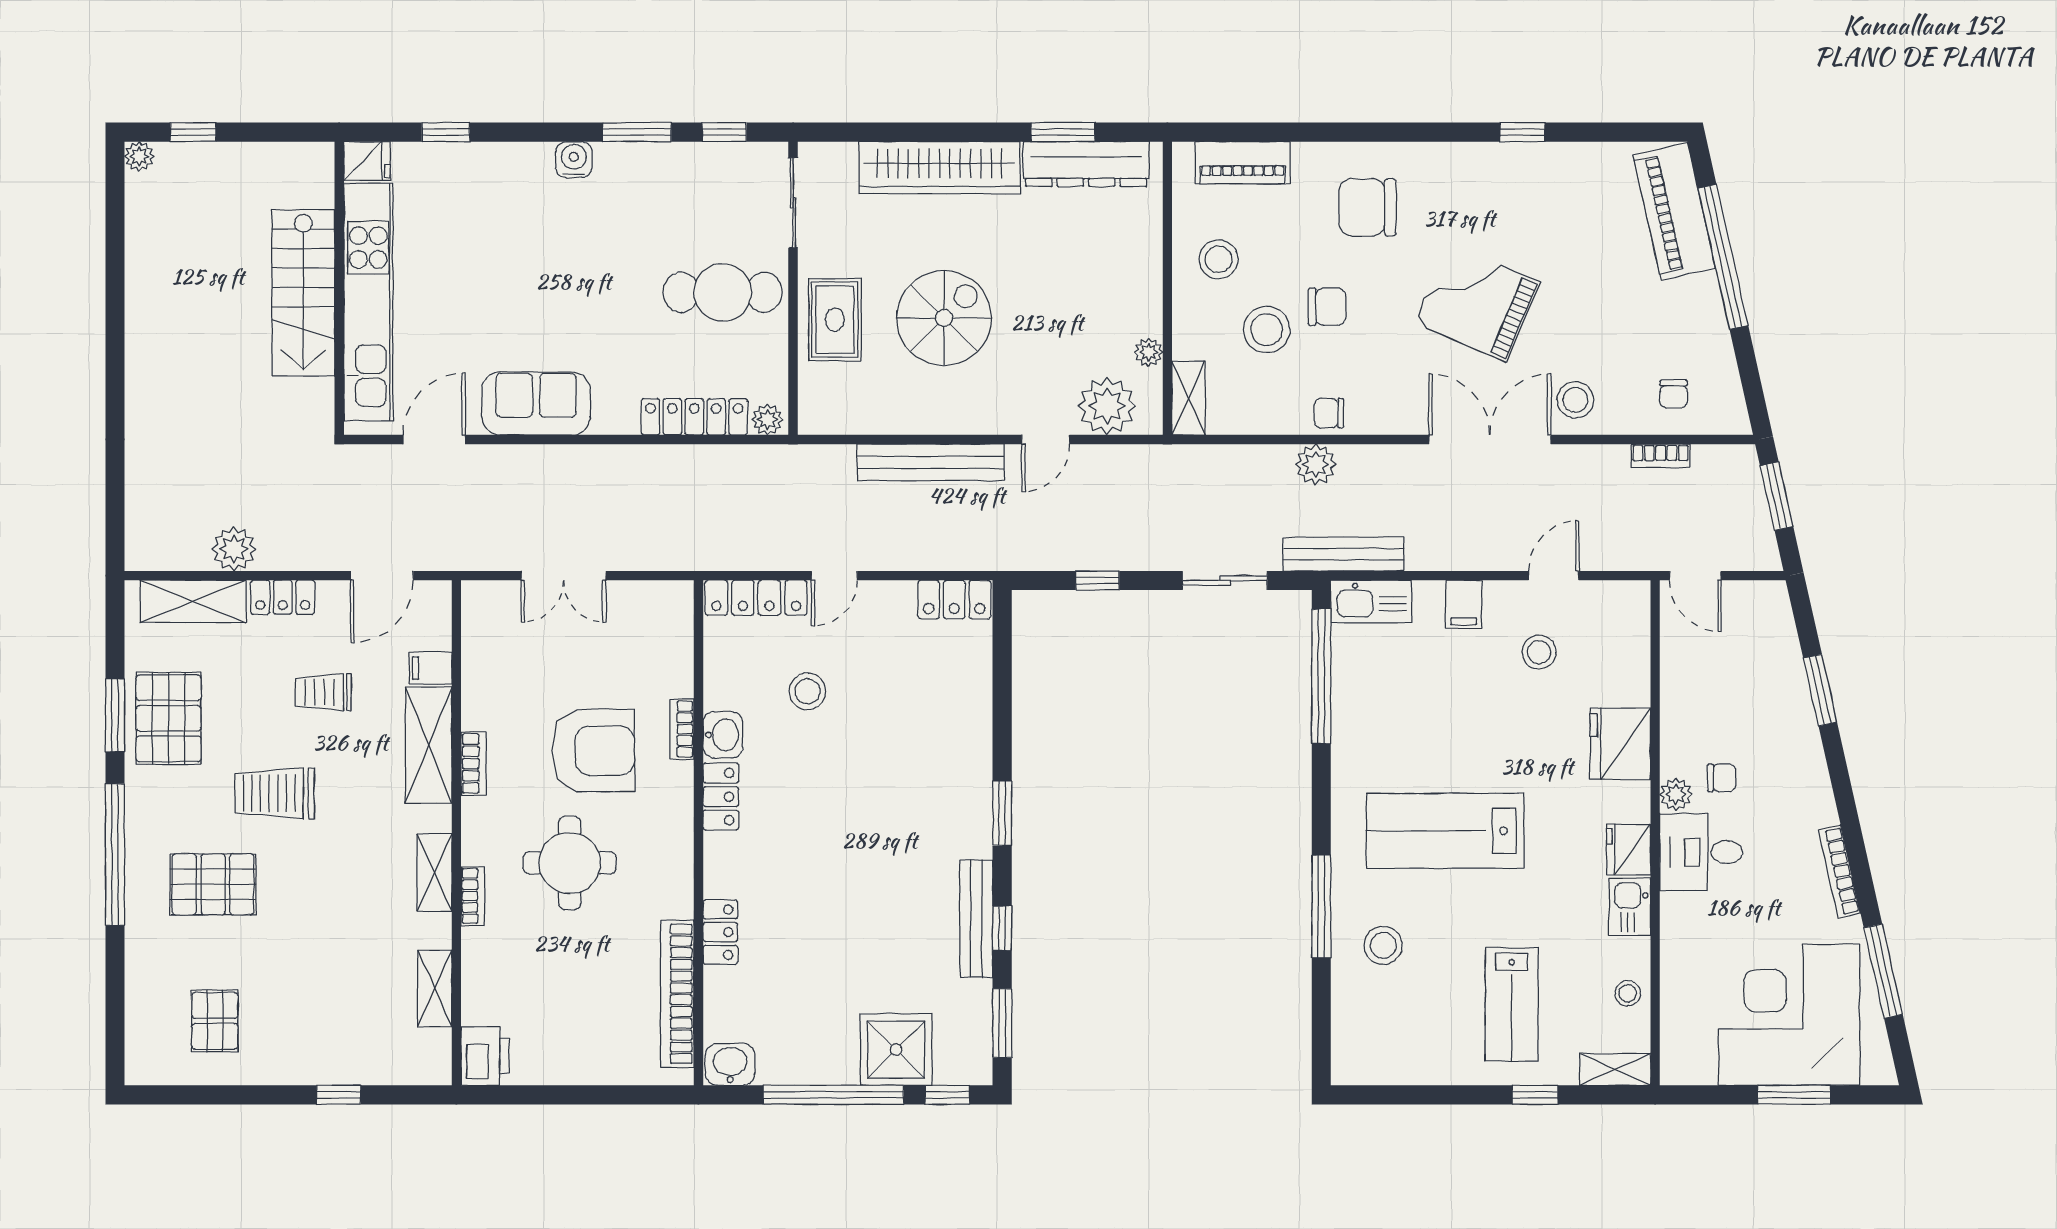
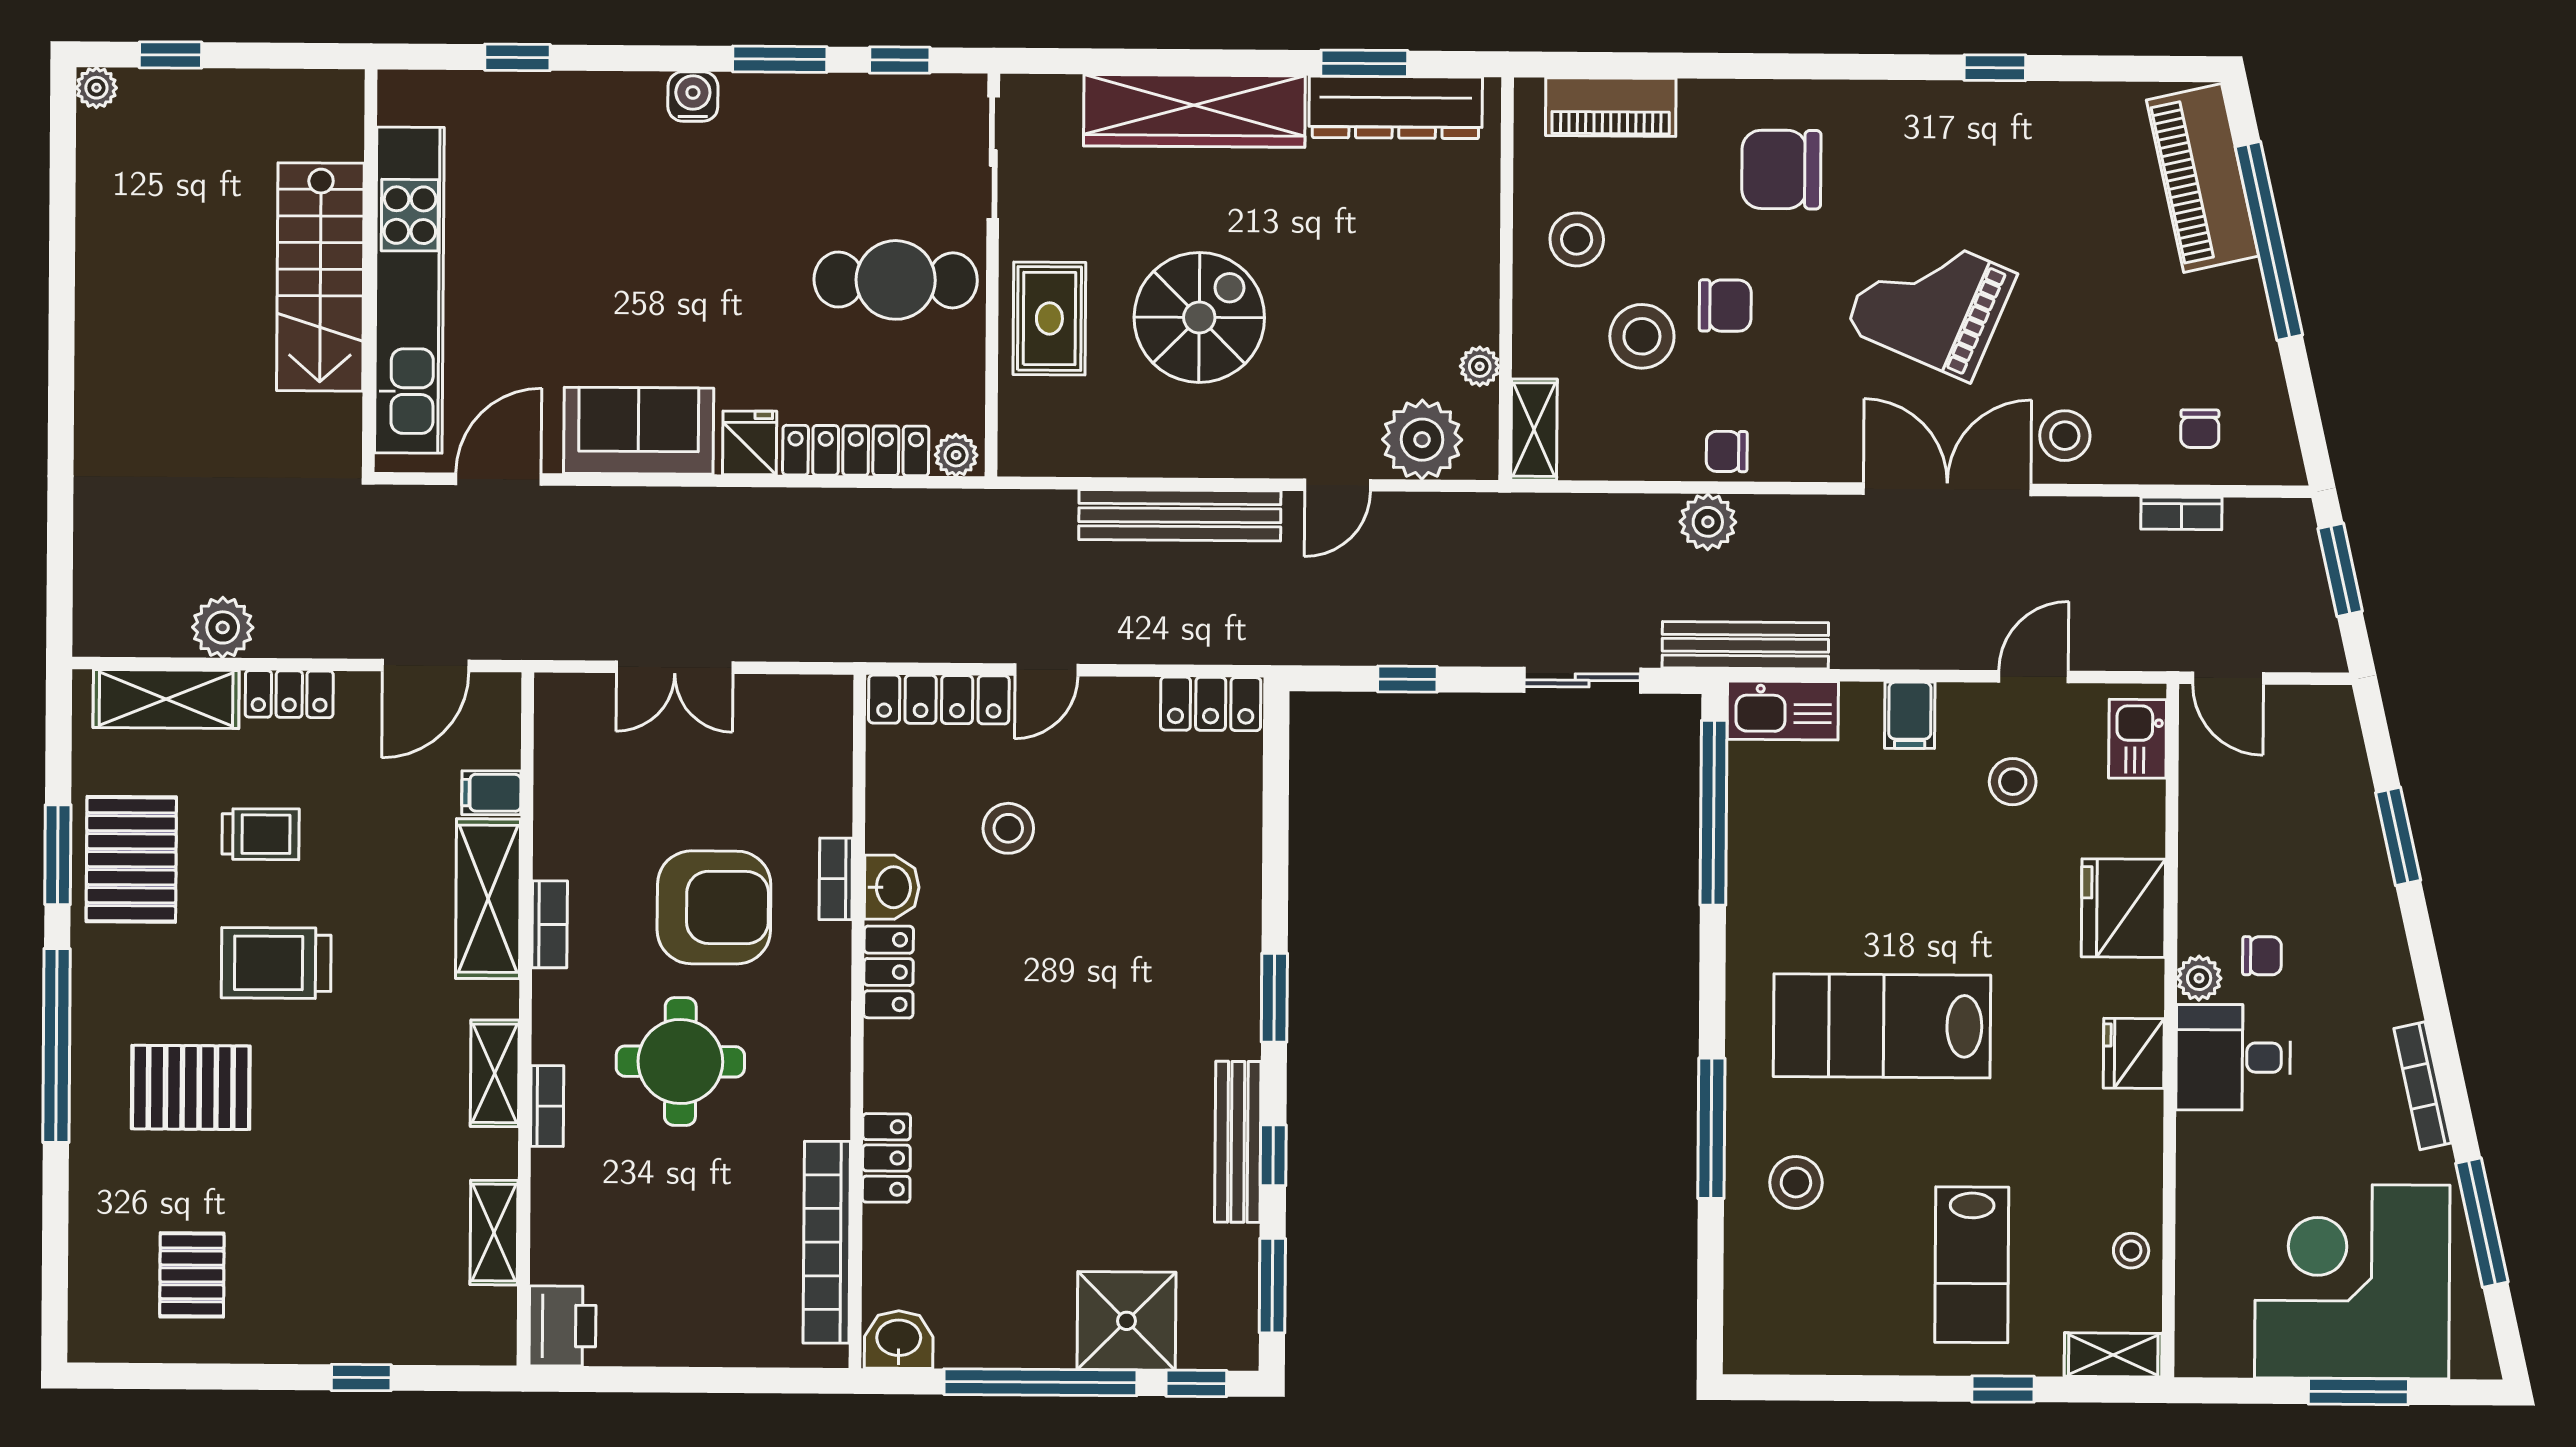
fridge: (367, 161) -> (750, 443), moved, turned -90
trolley: (323, 692) -> (261, 834), moved, turned 180
kitchen sink: (1630, 907) -> (2138, 739), moved

